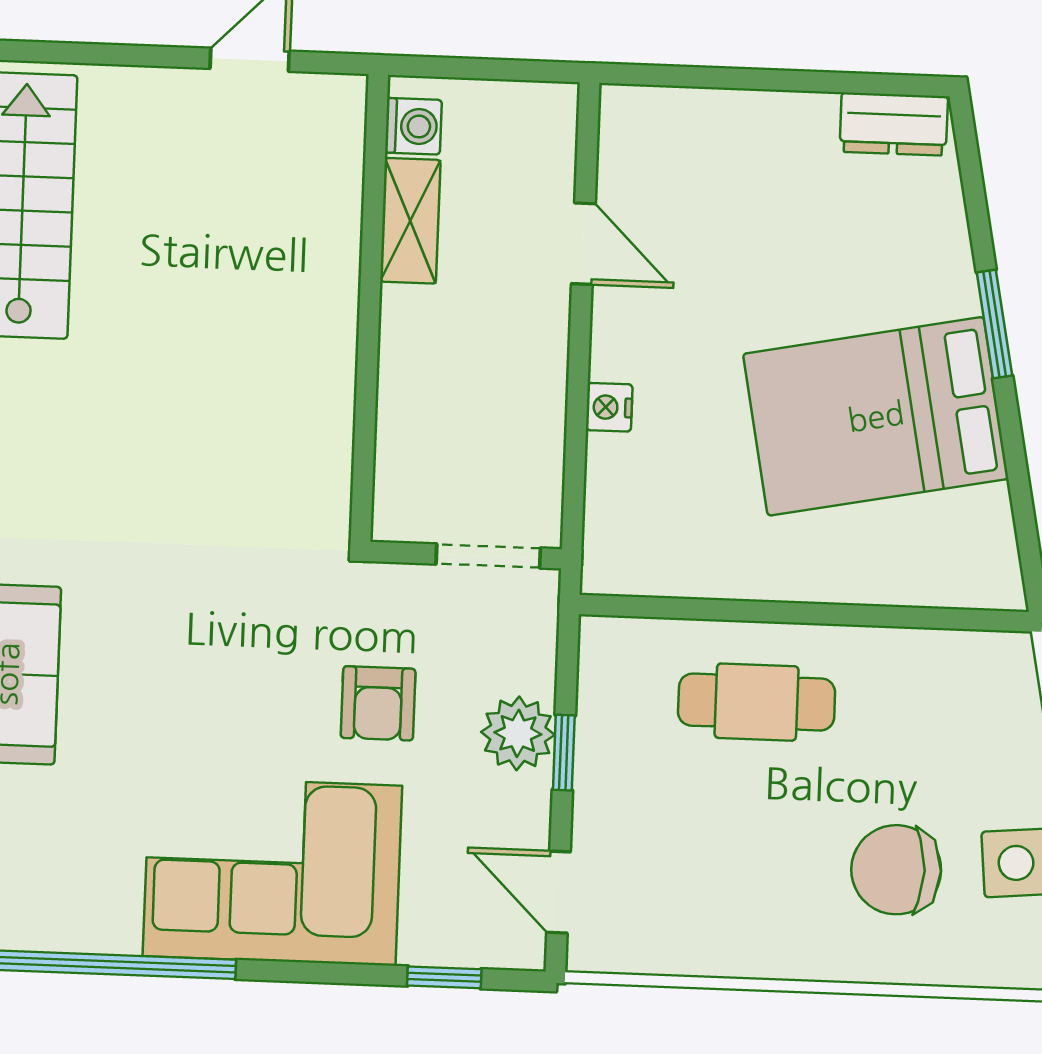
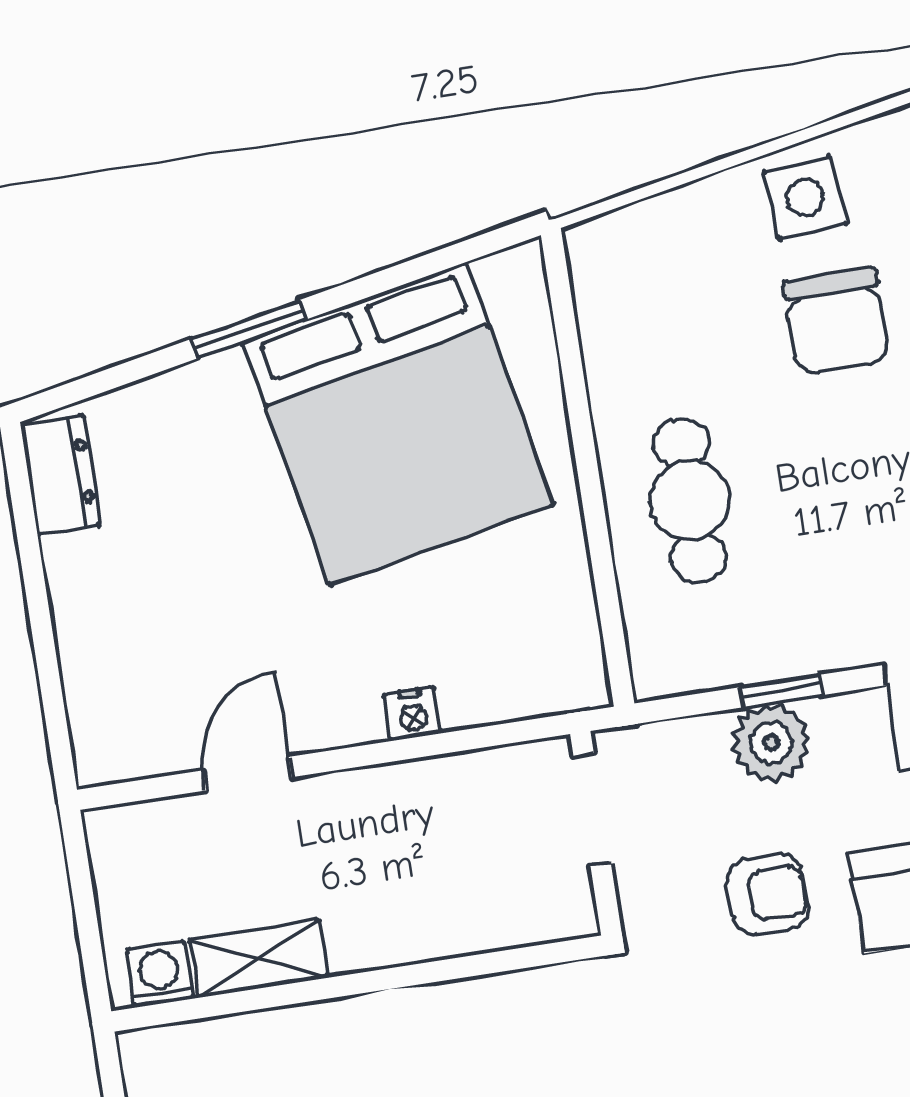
bed: (876, 416) -> (398, 424), width x1.36

